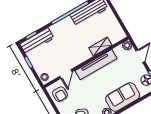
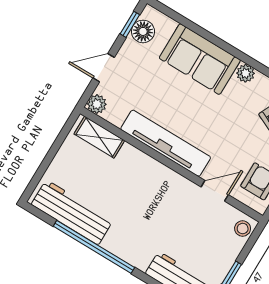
shelving: (100, 46) -> (99, 137), moved

